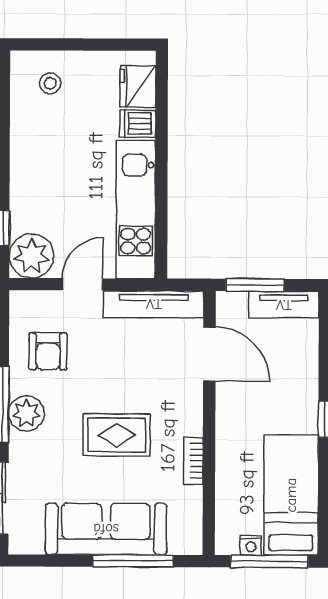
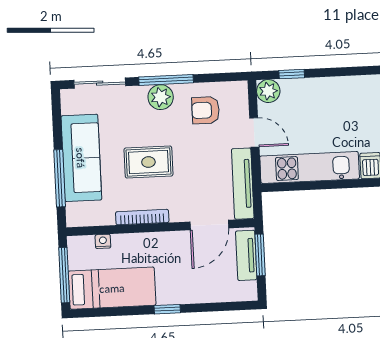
plant: (31, 256) -> (268, 91), width x0.73, depth x0.73
tv unit: (284, 305) -> (246, 255), moved
rug: (117, 435) -> (148, 162), turned 90
bookcase: (193, 461) -> (142, 217), width x1.56
nightstand: (251, 545) -> (103, 241), moved, turned 90

